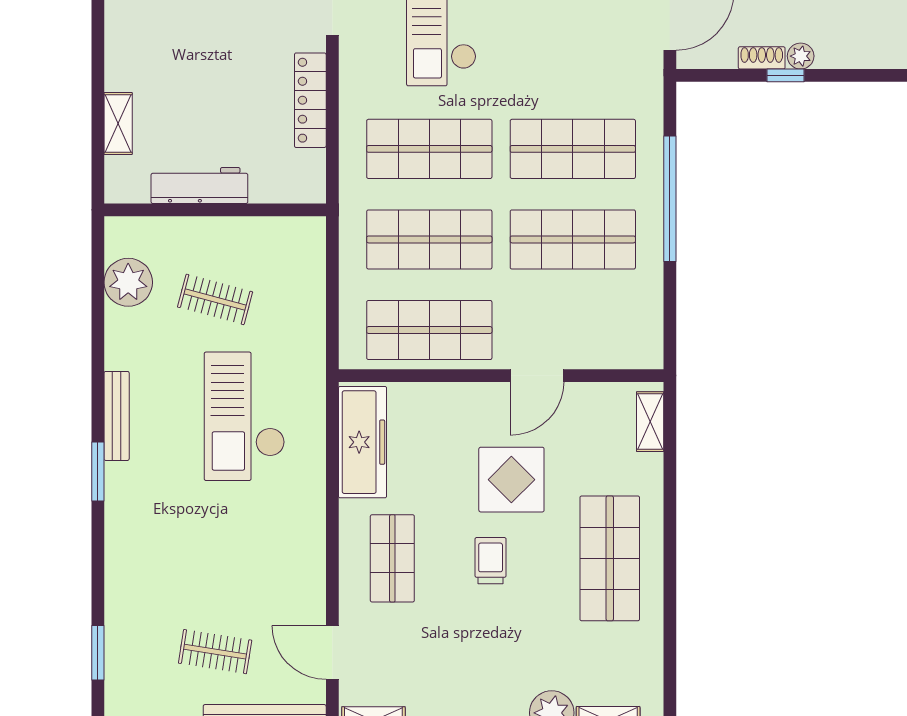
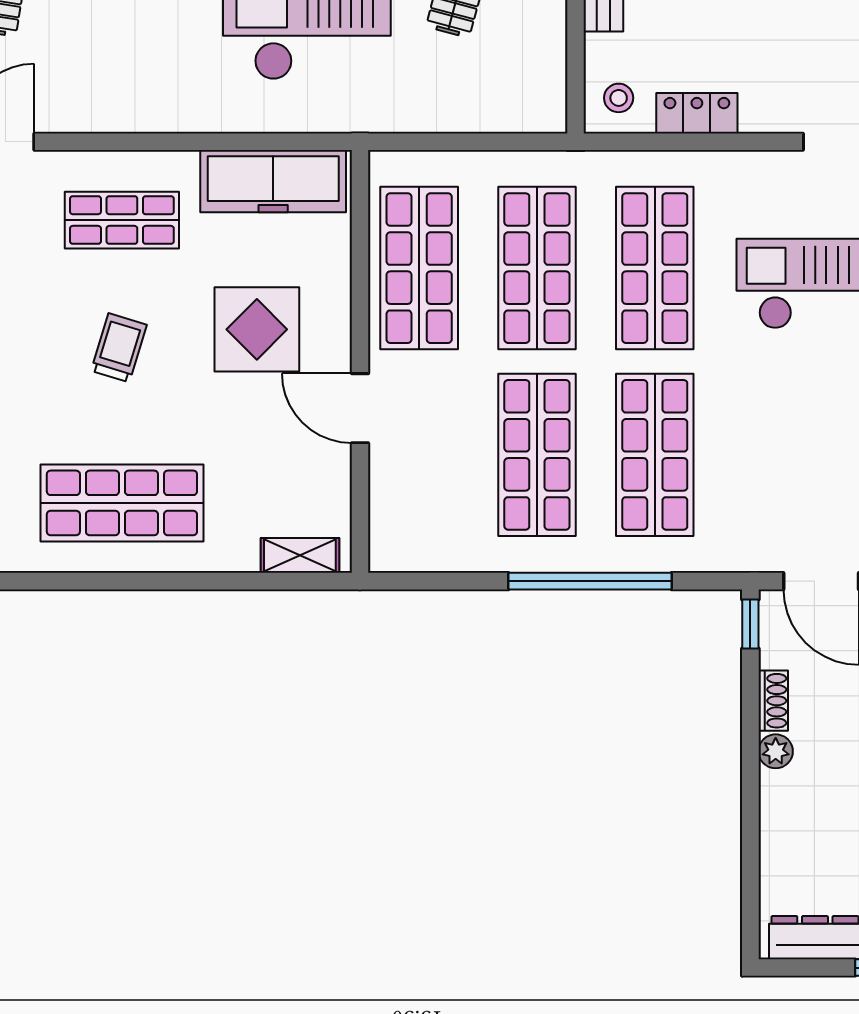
window: (786, 75) -> (750, 624), moved
locker: (310, 100) -> (697, 113), width x0.66
stool: (299, 177) -> (619, 98), added
display table: (511, 480) -> (257, 329), moved
trolley: (491, 561) -> (119, 348), turned -73

